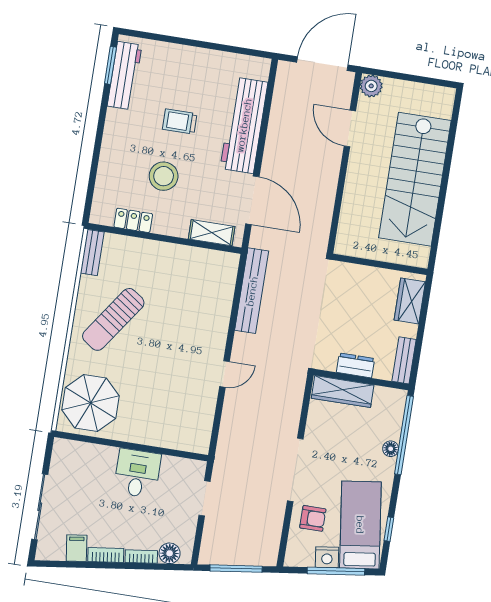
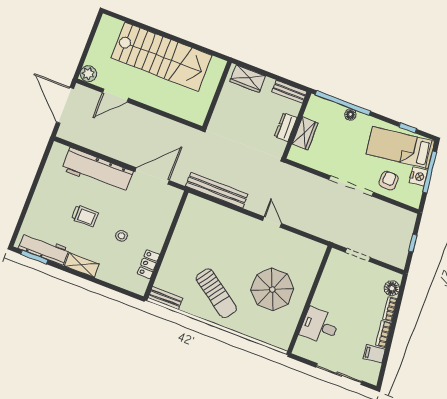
trolley: (180, 121) -> (85, 216), turned -90
stool: (164, 176) -> (121, 236), width x0.53, depth x0.53
shelving: (212, 233) -> (82, 265), moved, turned 90
wardrobe: (343, 392) -> (305, 133), width x0.67
parasol: (90, 403) -> (272, 289), moved
desk: (137, 473) -> (320, 326), moved
window: (236, 569) -> (413, 243), width x0.46

